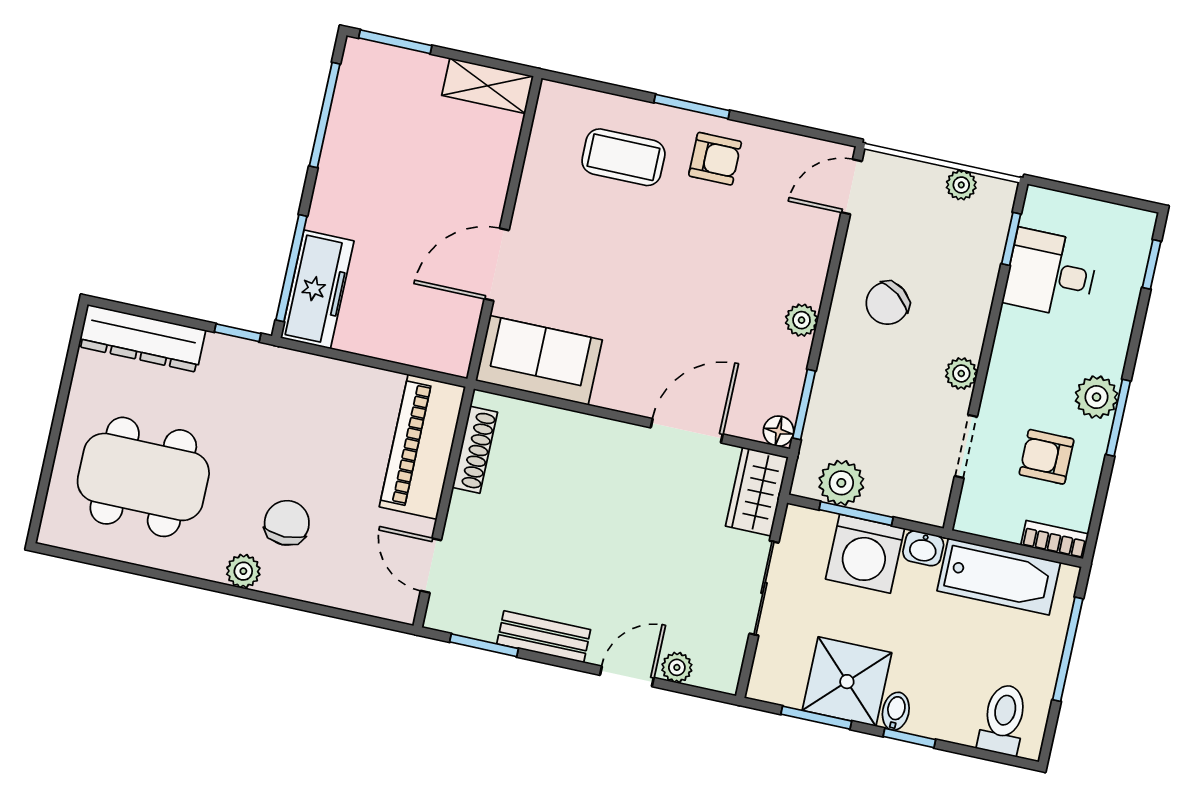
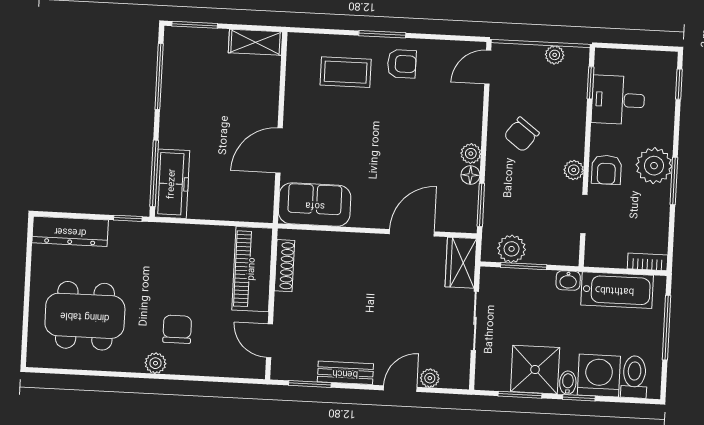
plant: (1097, 397) -> (654, 166), width x1.36, depth x1.36
floor lamp: (779, 431) -> (470, 175), moved
armchair: (1047, 457) -> (606, 170), moved, turned -90
washing machine: (865, 554) -> (599, 376), moved, turned 180

